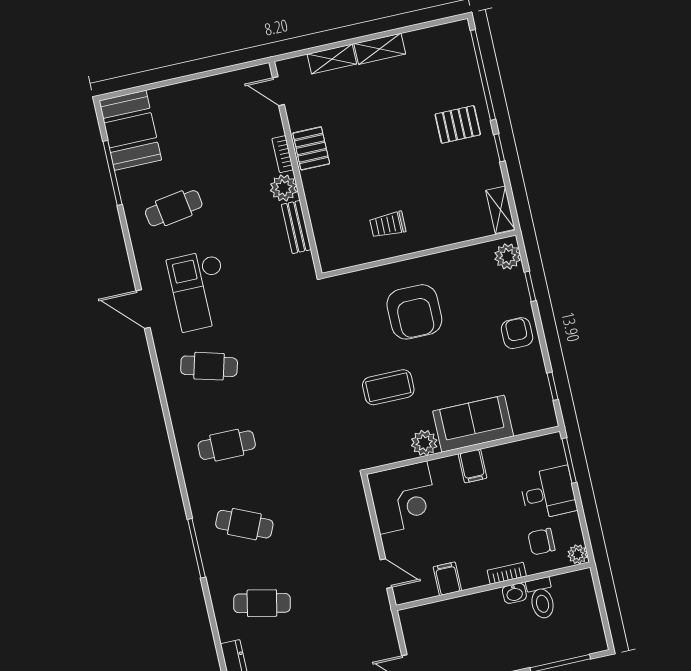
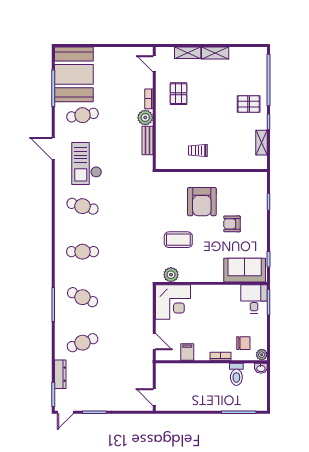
booth: (130, 130) -> (74, 74), width x1.36, depth x1.42
pallet: (311, 148) -> (179, 94), moved
shelving: (500, 210) -> (262, 143), moved
plant: (508, 256) -> (260, 183), removed
door: (143, 309) -> (53, 148), moved
armchair: (517, 333) -> (232, 224), moved, turned -90
sofa: (473, 424) -> (245, 270), moved
plant: (424, 443) -> (171, 275), moved
filing cabinet: (473, 466) -> (215, 293), removed
desk: (548, 493) -> (254, 299), moved, turned -90
chair: (541, 542) -> (243, 343), turned 180
washbasin: (514, 593) -> (261, 368), moved
cafe table: (262, 603) -> (83, 343), turned -33

